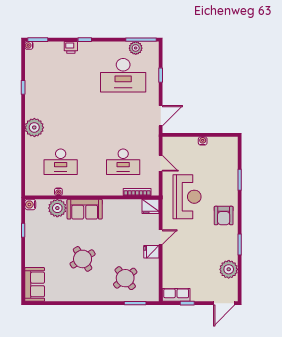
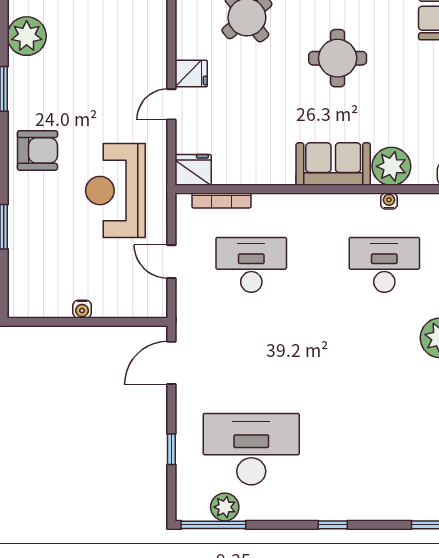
printer: (71, 47) -> (362, 508), removed
armchair: (224, 216) -> (37, 150), turned 90
round table: (83, 259) -> (338, 58), turned 32

